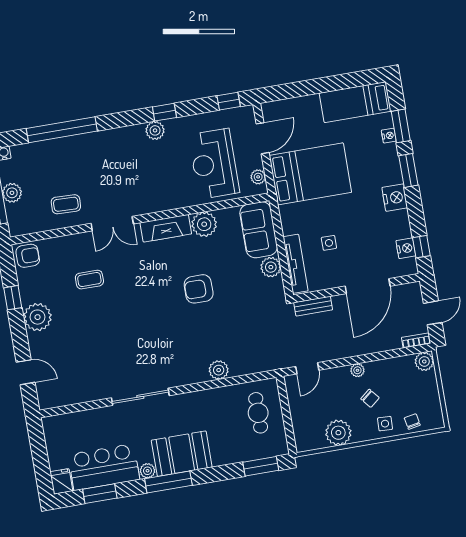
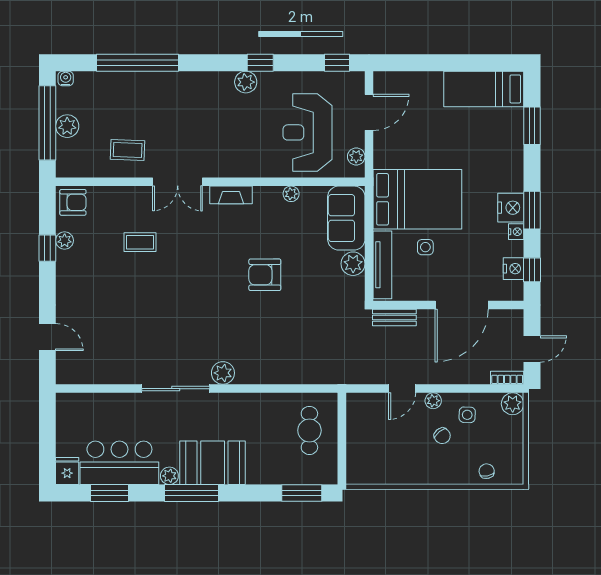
nightstand: (389, 136) -> (516, 232), moved
window: (408, 170) -> (532, 210), moved
bed: (310, 174) -> (417, 199), moved
plant: (204, 224) -> (291, 194), width x0.53, depth x0.53
fireplace: (166, 228) -> (231, 195), width x0.73, depth x0.76
plant: (38, 317) -> (65, 240), moved, width x0.53, depth x0.53
door: (307, 368) -> (402, 389), moved
plant: (219, 370) -> (223, 373), moved
side table: (385, 424) -> (467, 415), moved
plant: (338, 433) -> (399, 469), removed

